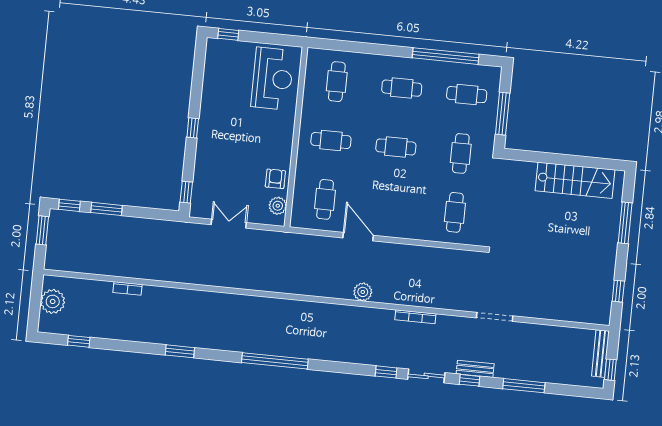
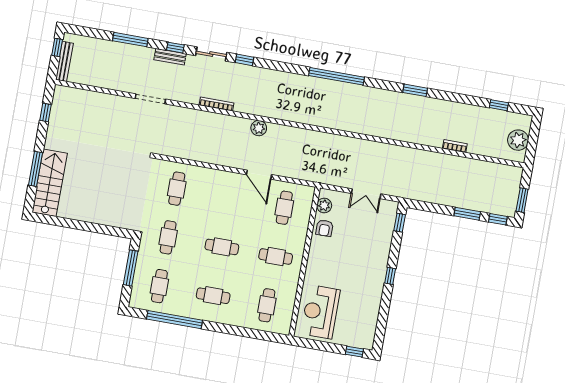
cafe table: (467, 95) -> (159, 286), turned 90
stairs: (575, 180) -> (50, 183), moved, turned 90

